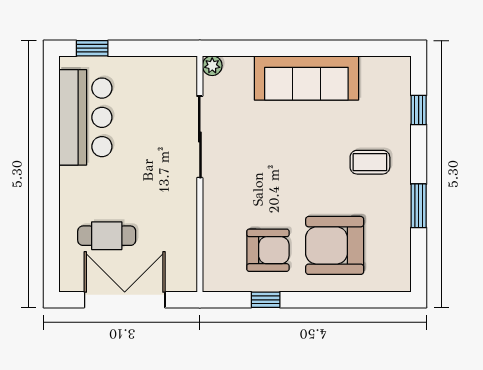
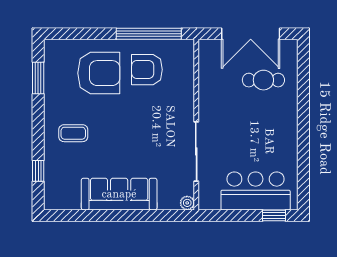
bar counter: (85, 117) -> (256, 191), moved, turned 90
window: (419, 206) -> (38, 78), moved
window: (266, 300) -> (149, 34), width x3.17

